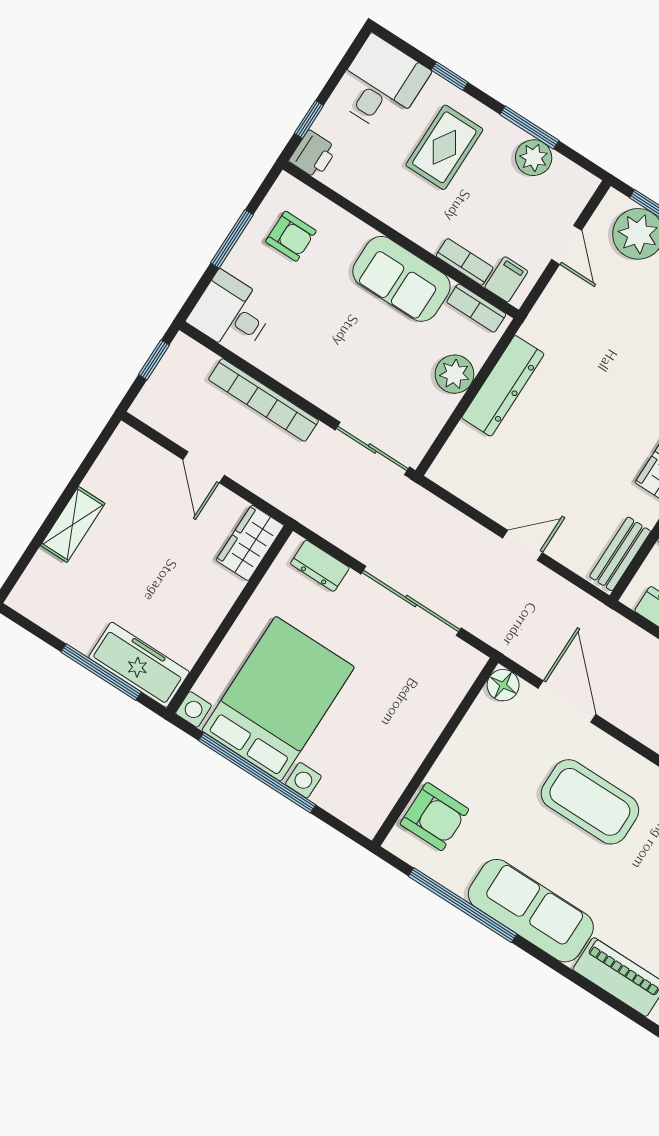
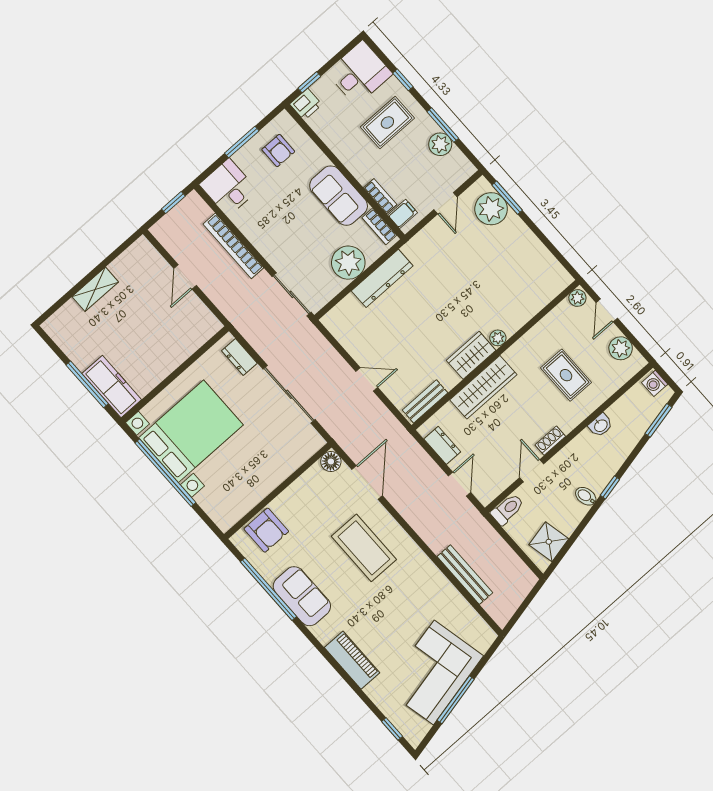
plant: (454, 374) -> (348, 263), width x1.36, depth x1.36
wardrobe: (250, 543) -> (201, 331), removed
sofa: (531, 911) -> (302, 596), width x0.73

